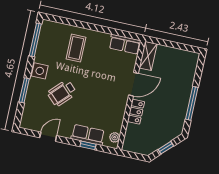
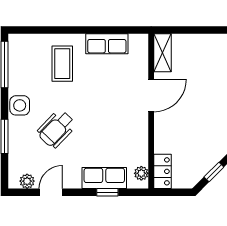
row of seats: (125, 44) -> (107, 44), moved
locker: (136, 112) -> (163, 171), moved
plant: (33, 125) -> (27, 181), added

